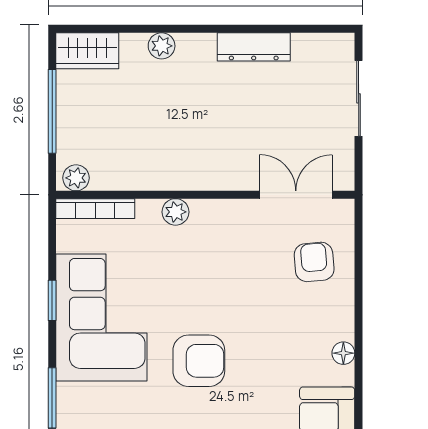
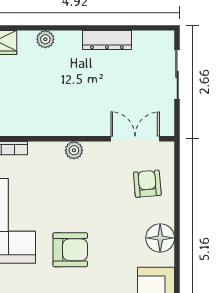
plant: (176, 212) -> (74, 150), moved
floor lamp: (343, 353) -> (160, 238), width x1.89, depth x1.89

